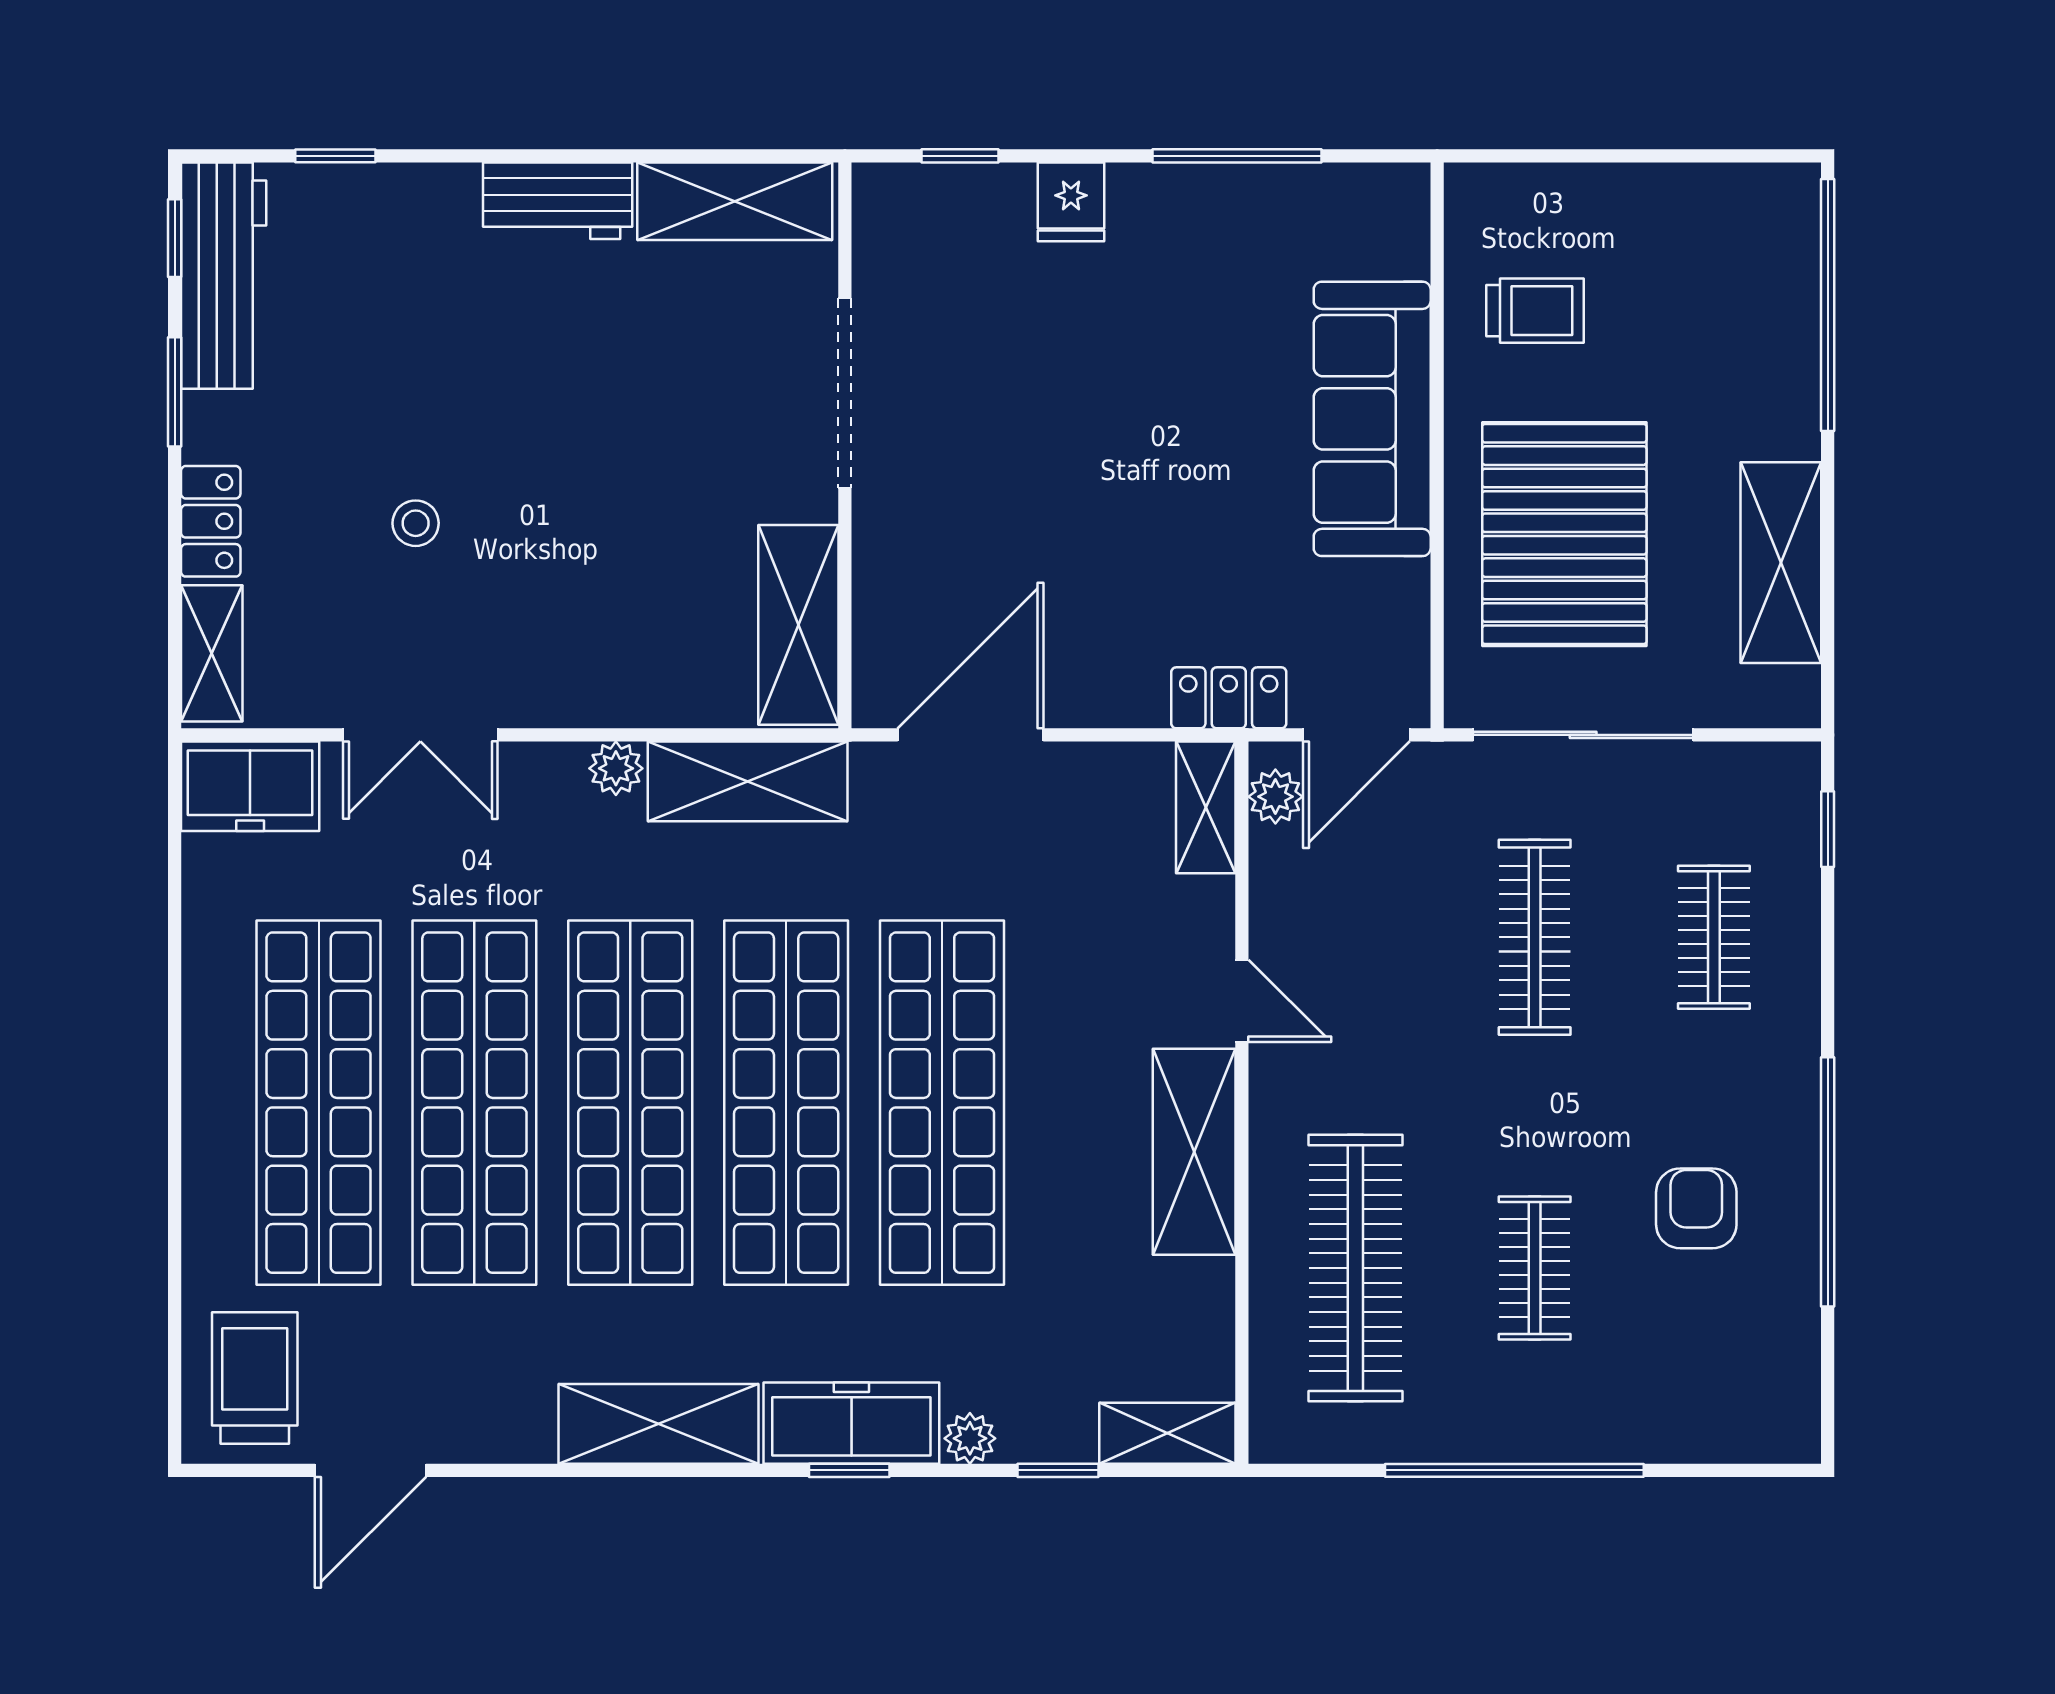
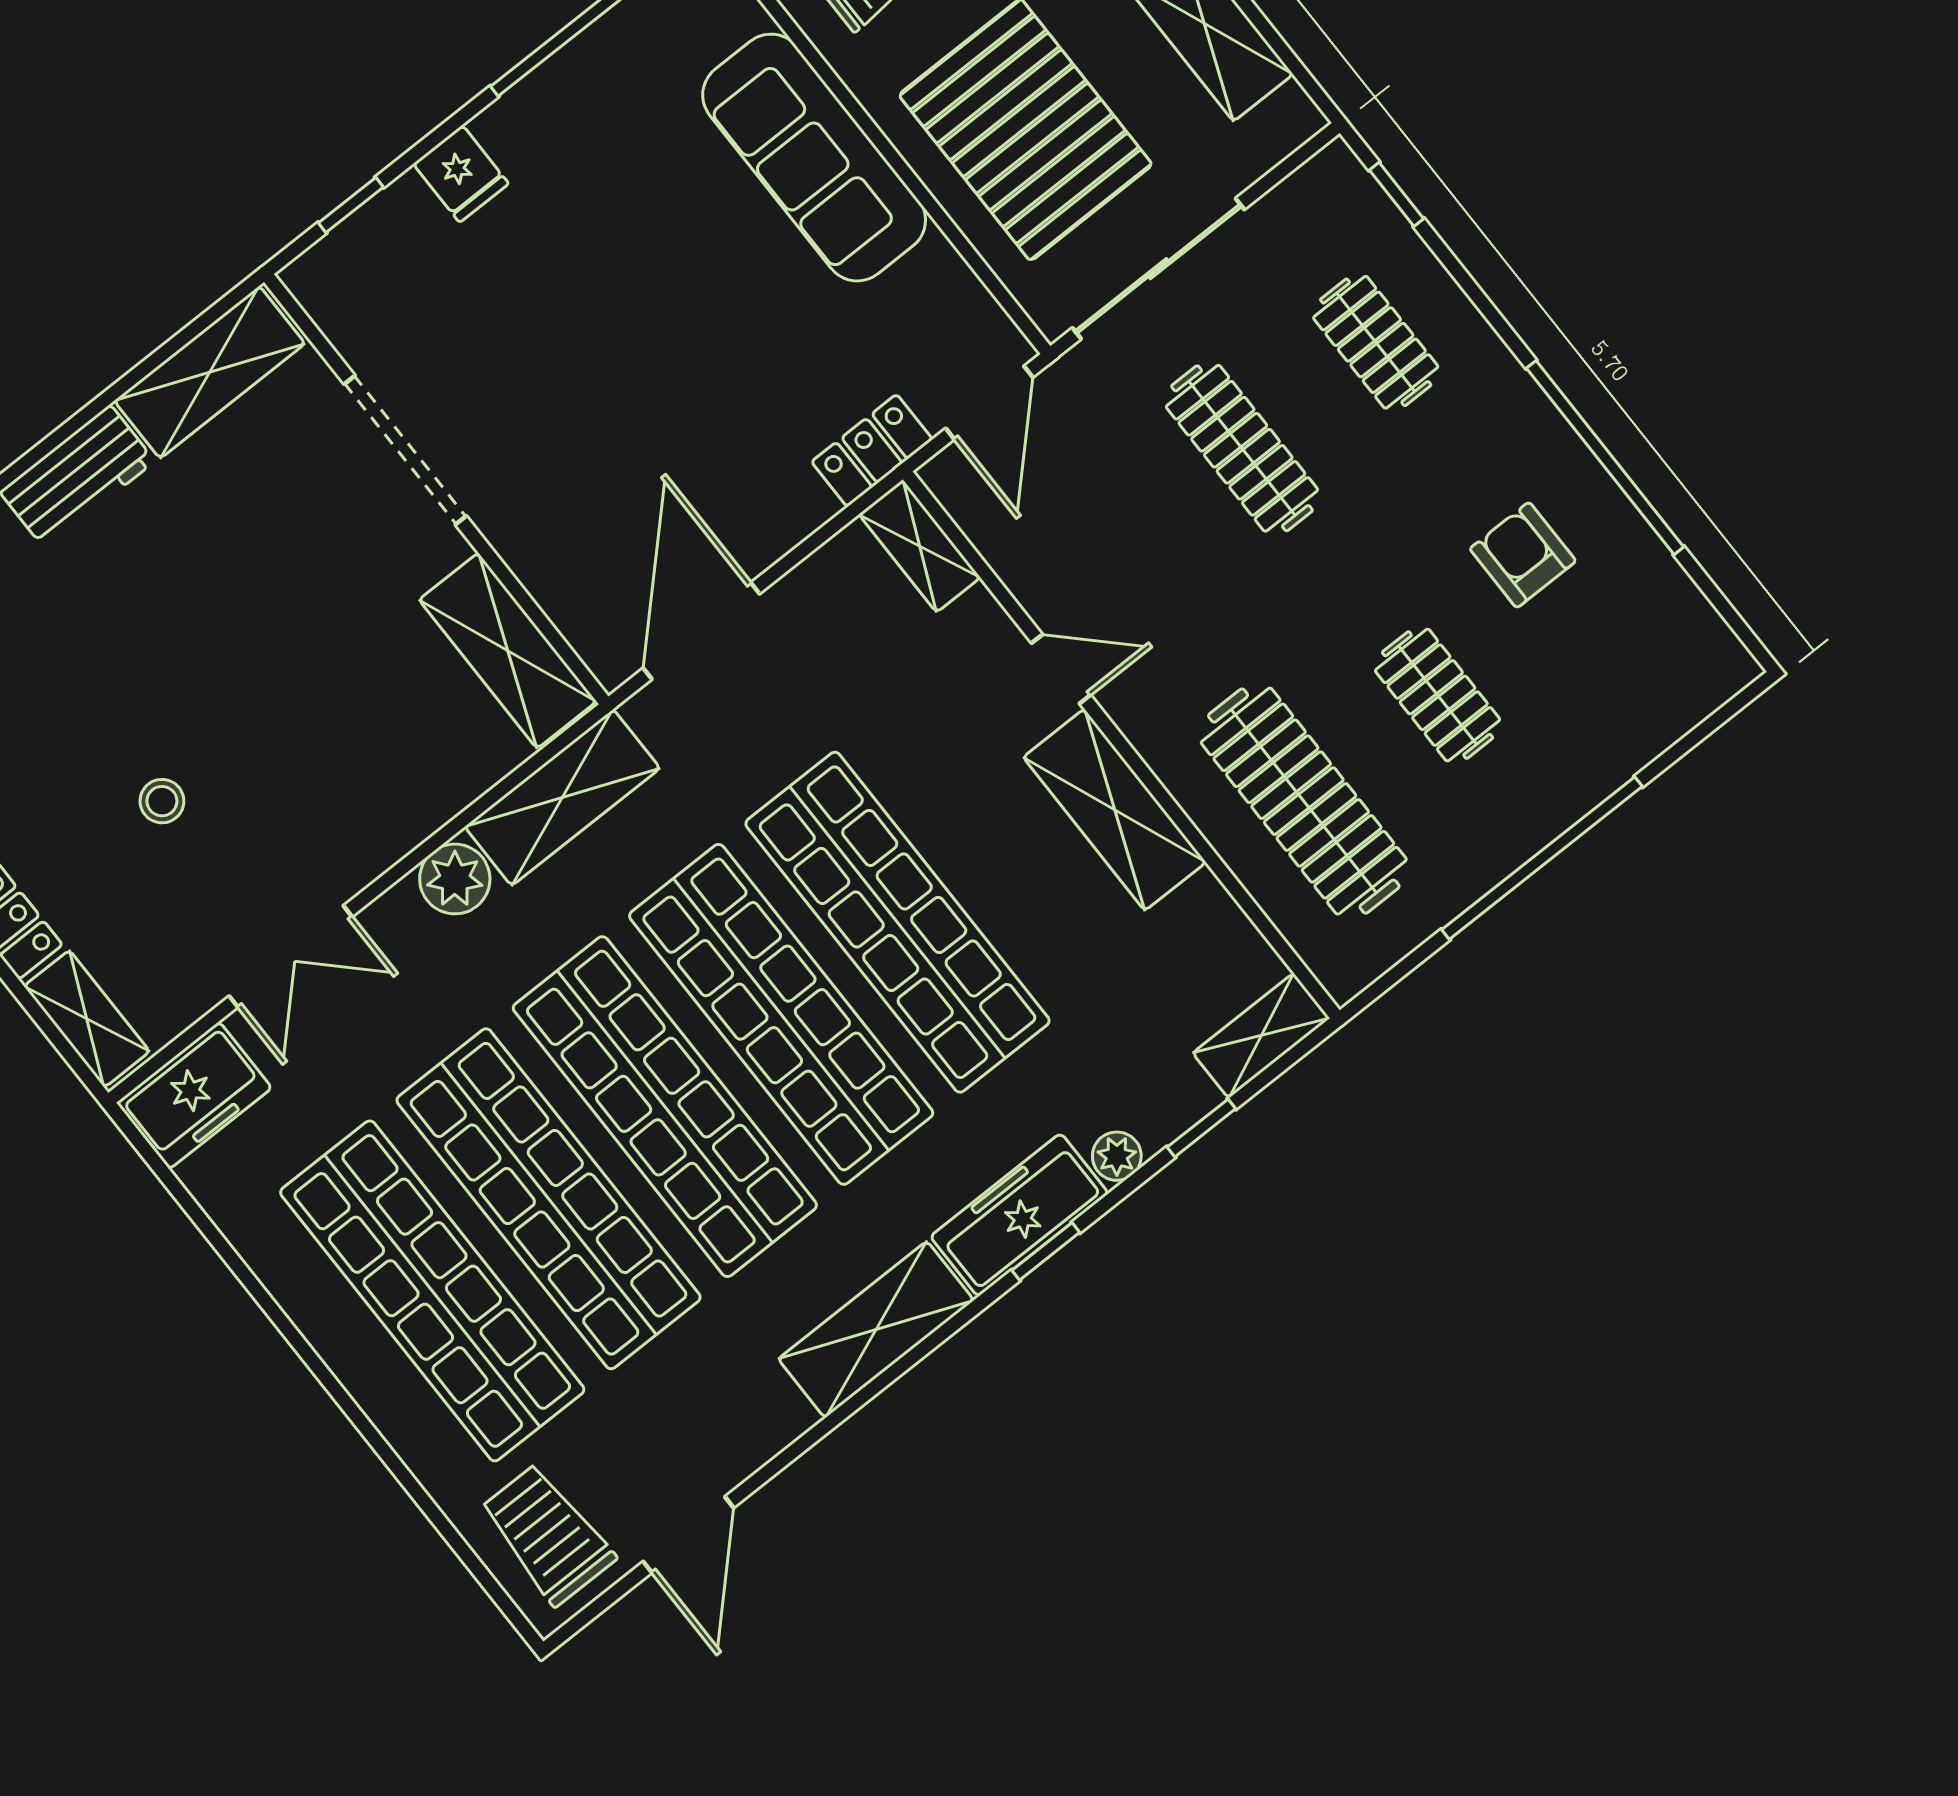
plant: (616, 768) -> (455, 879), width x1.38, depth x1.38
plant: (1275, 797) -> (965, 497), removed

